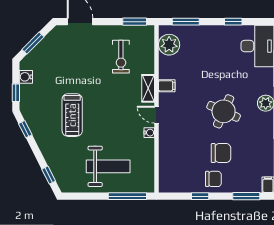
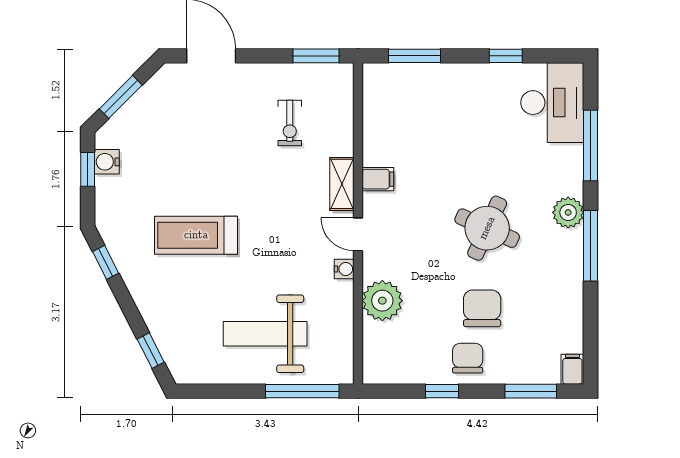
plant: (169, 45) -> (382, 301), moved
exercise bike: (121, 57) -> (290, 123), width x0.73, depth x0.72
window: (16, 93) -> (88, 169), moved
treadmill: (72, 115) -> (196, 235), turned 90
chair: (221, 153) -> (482, 308), turned -90
weight bench: (108, 166) -> (265, 334), turned 180
chair: (213, 179) -> (468, 358), turned -90

